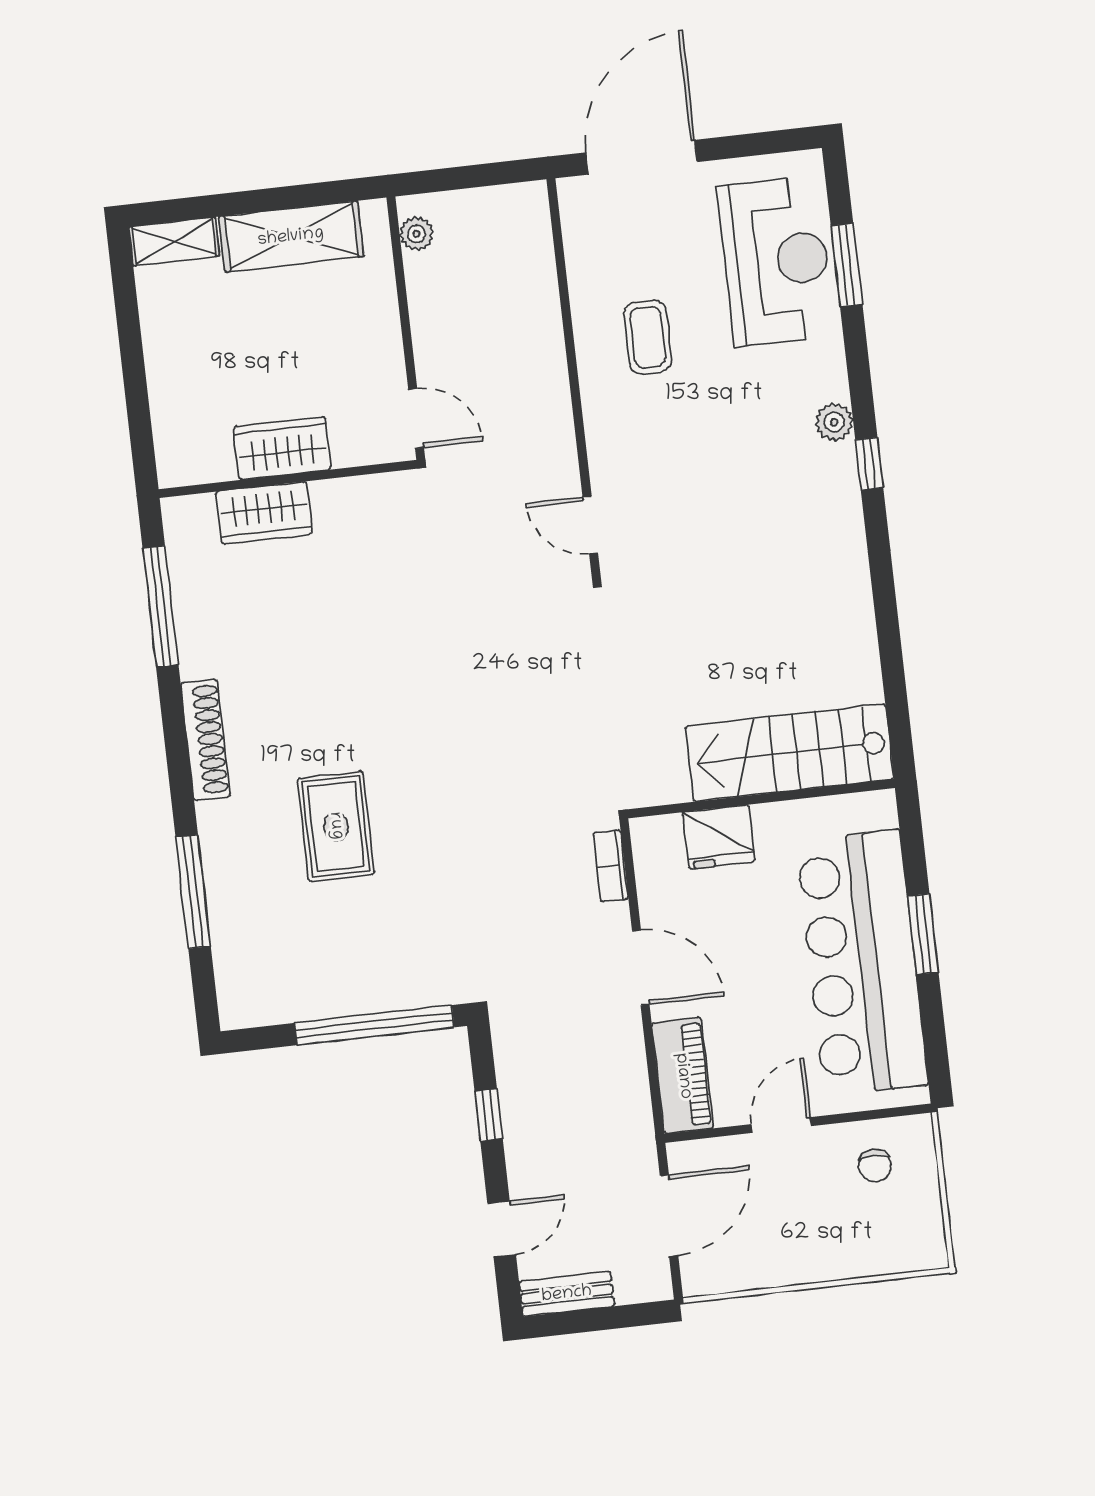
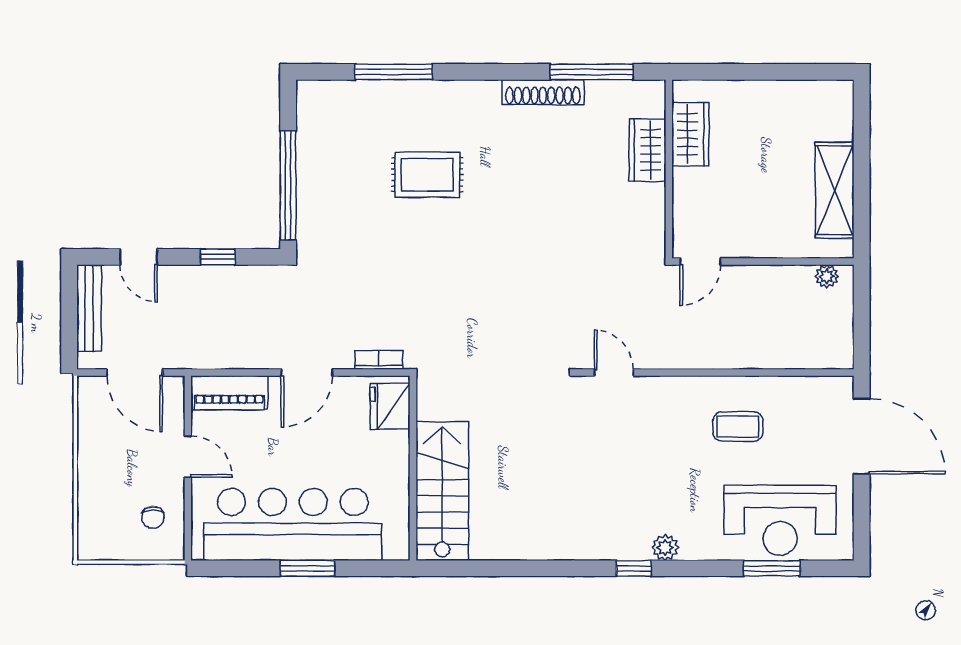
shelving: (174, 241) -> (840, 110), removed
wardrobe: (282, 448) -> (690, 134), moved
door: (590, 525) -> (614, 372), hinge flipped
shoe rack: (205, 740) -> (543, 92), moved
fridge: (719, 837) -> (390, 406), moved
chair: (875, 1166) -> (153, 517), turned -90
bench: (567, 1294) -> (89, 308), width x1.36

